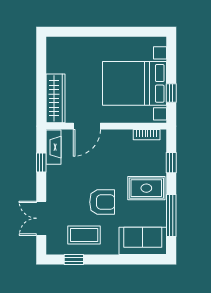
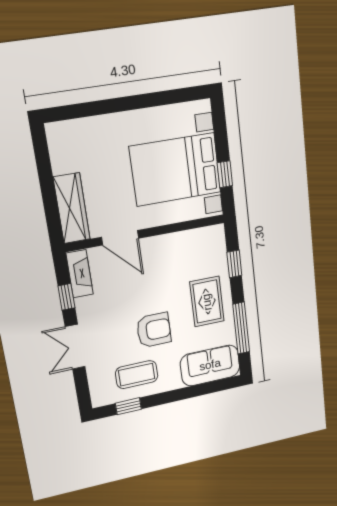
door: (87, 126) -> (120, 238), hinge flipped
bookcase: (147, 135) -> (199, 234), removed
rug: (146, 188) -> (207, 302), turned 90
double door: (41, 218) -> (75, 347), moved

